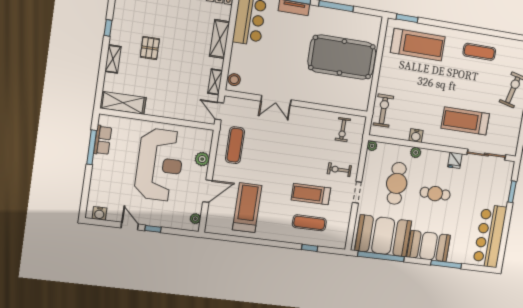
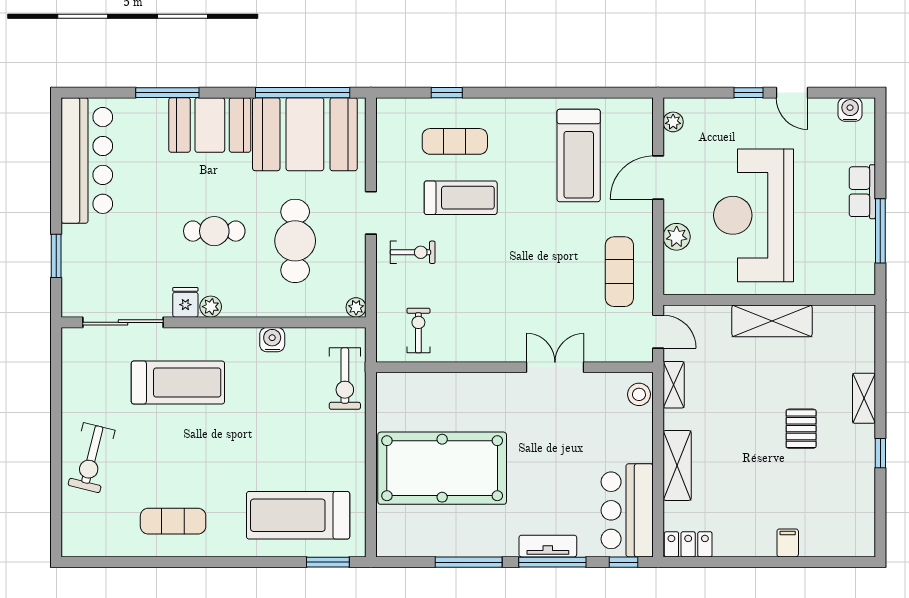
shelving: (123, 103) -> (772, 321), moved
row of seats: (103, 140) -> (862, 192), moved
plant: (416, 152) -> (211, 307), moved

